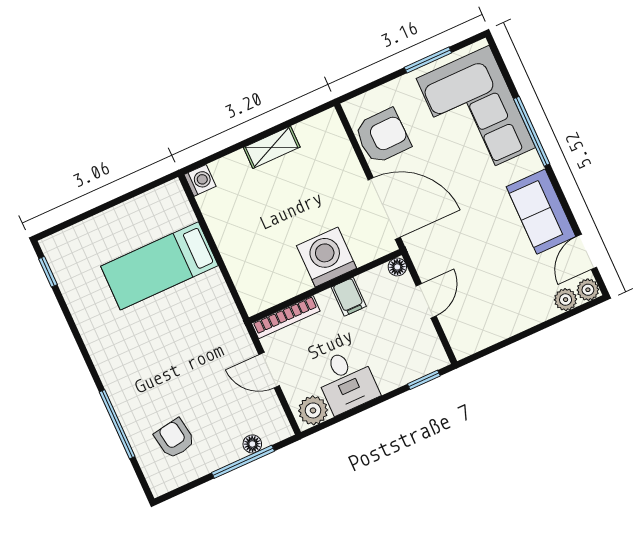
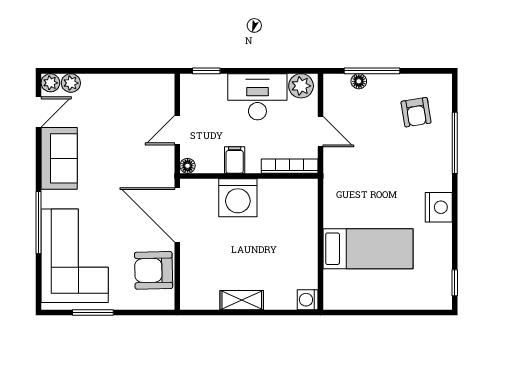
nightstand: (103, 346) -> (439, 207), added
desk: (346, 381) -> (257, 97), width x1.37

